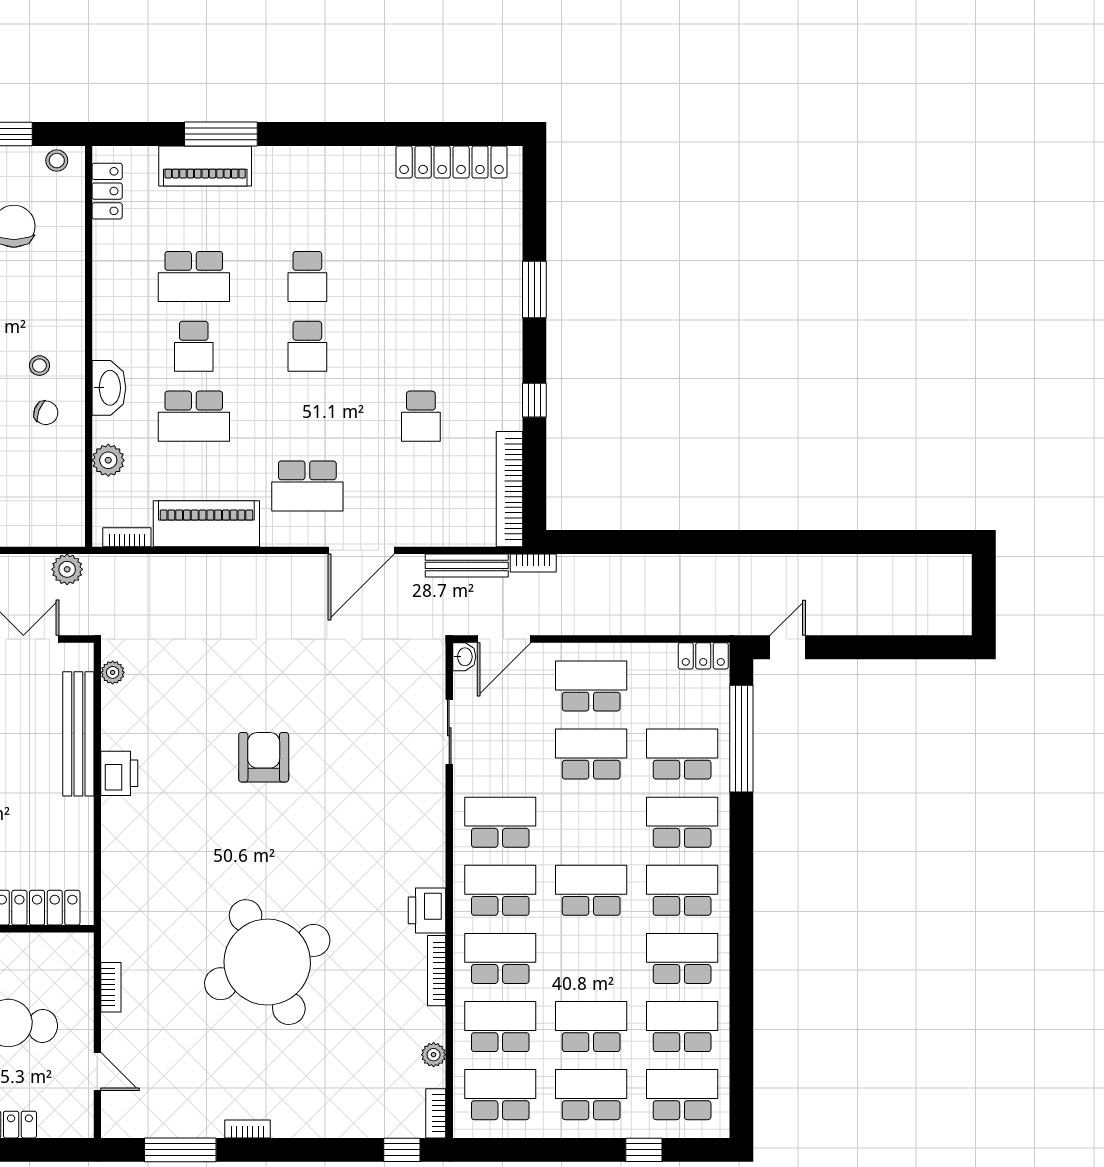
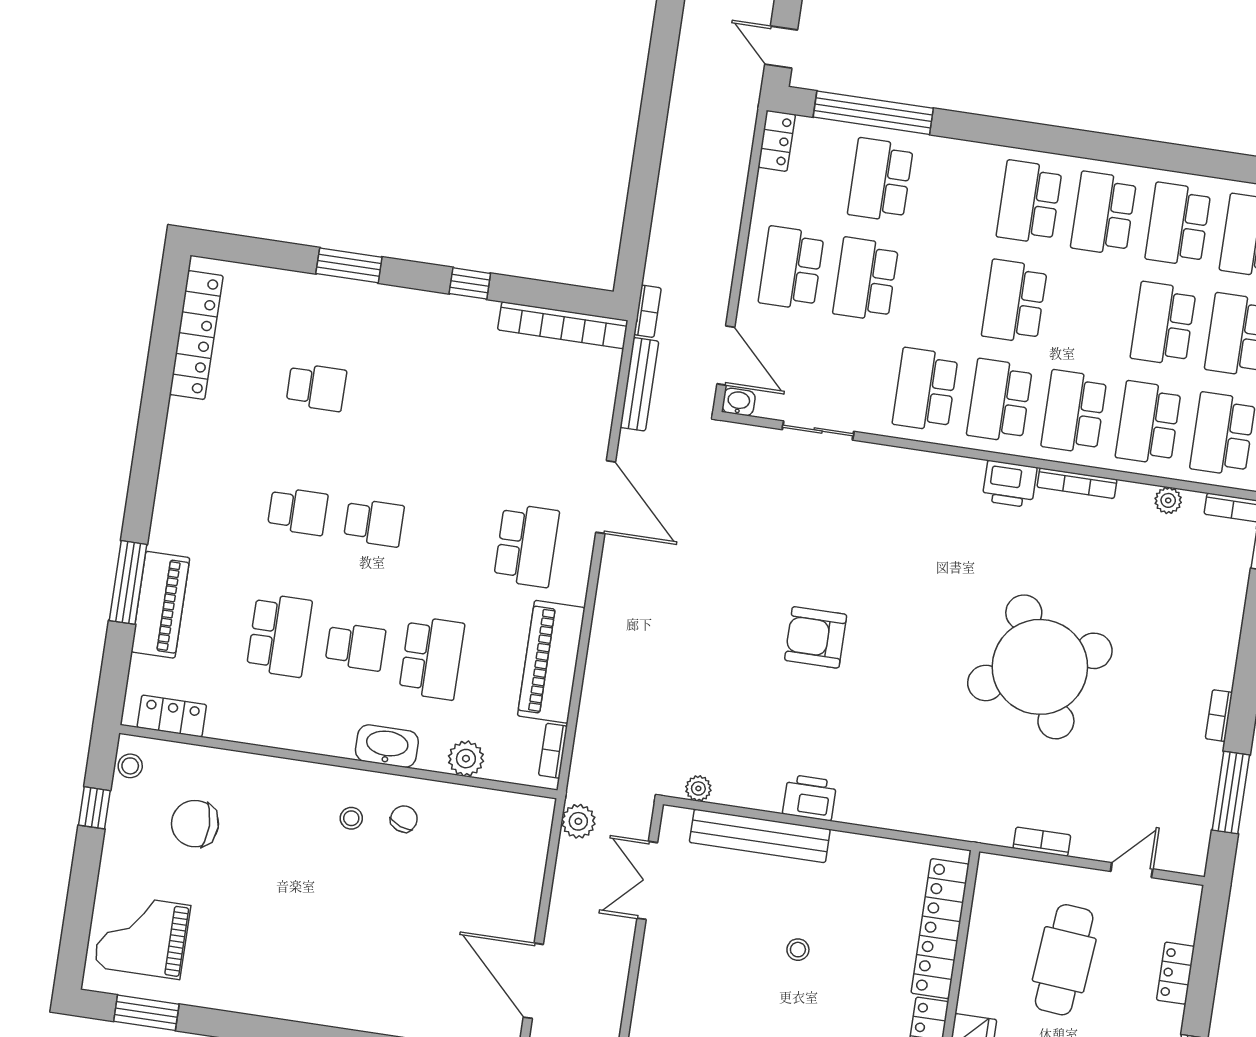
school desk: (421, 416) -> (316, 387), moved
school desk: (682, 822) -> (955, 191), removed

